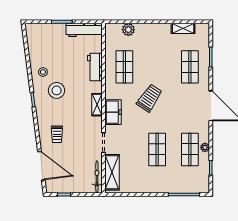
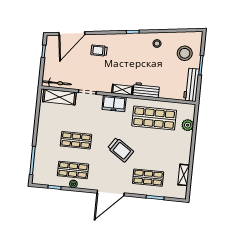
workbench: (95, 67) -> (146, 90), moved
shop shelf: (124, 67) -> (154, 118), width x1.43, depth x1.36
stool: (57, 90) -> (185, 53), moved
trolley: (149, 98) -> (121, 150), moved

